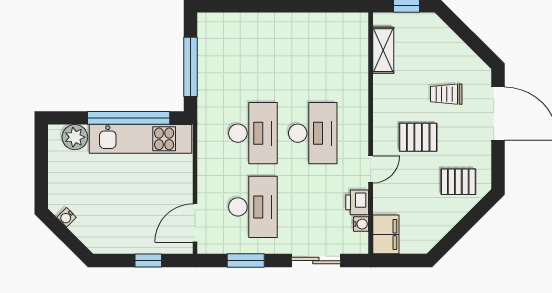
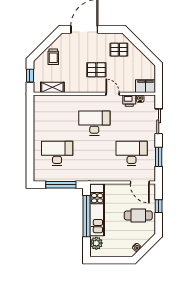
trolley: (446, 94) -> (53, 57), moved
desk: (253, 133) -> (57, 153), moved
pallet: (418, 137) -> (96, 70), turned 90
pallet: (458, 182) -> (119, 50), turned 90
cafe table: (130, 220) -> (138, 215), added

